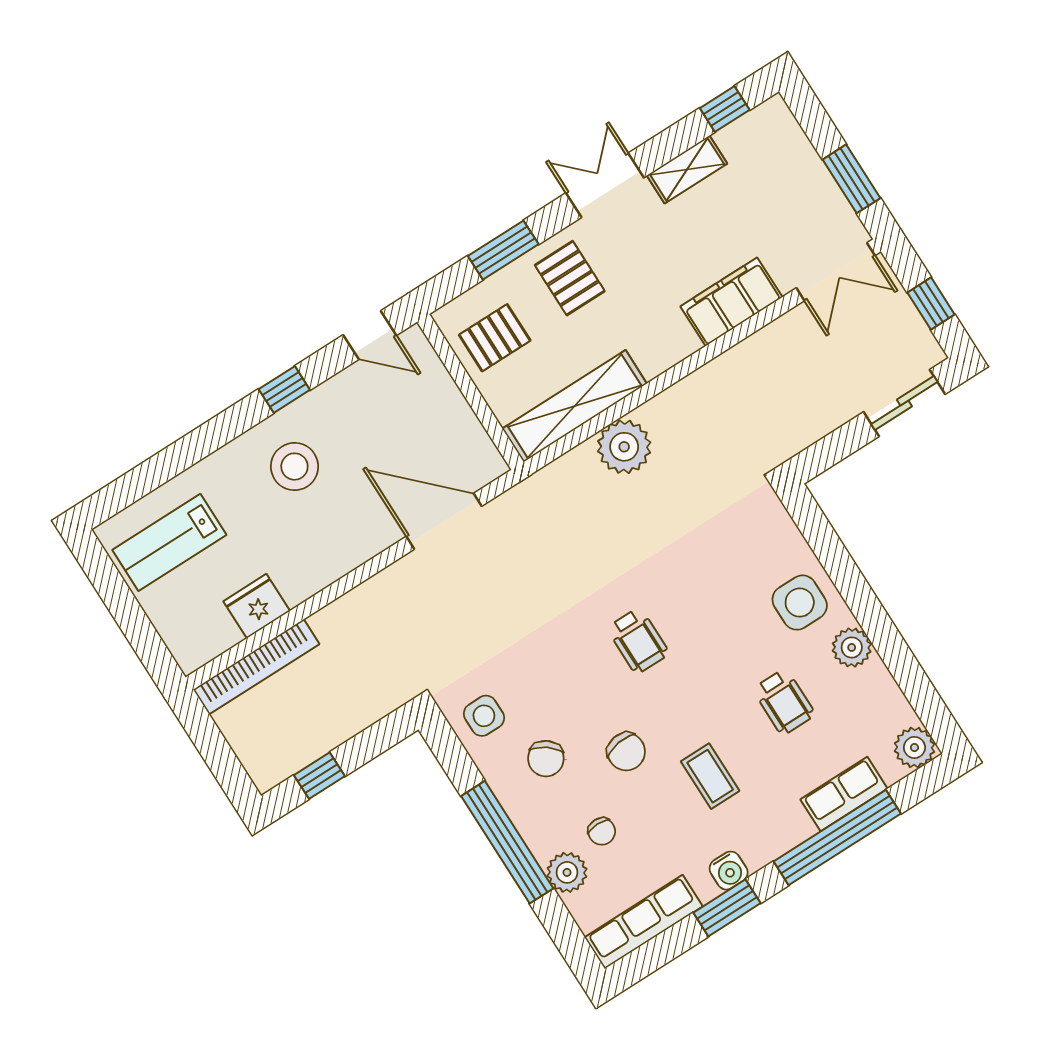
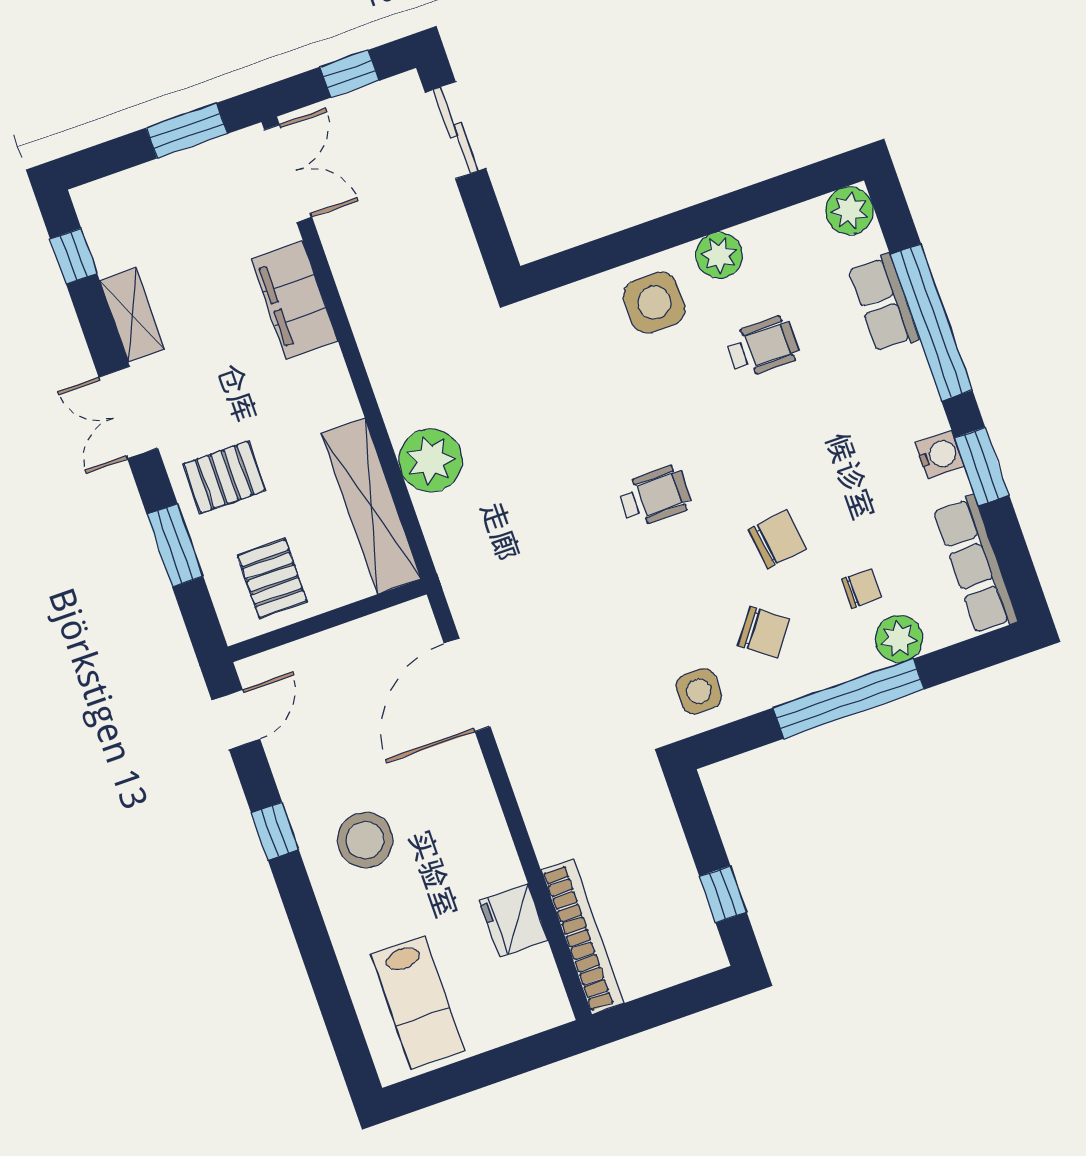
coffee table: (710, 776) -> (828, 450), removed

